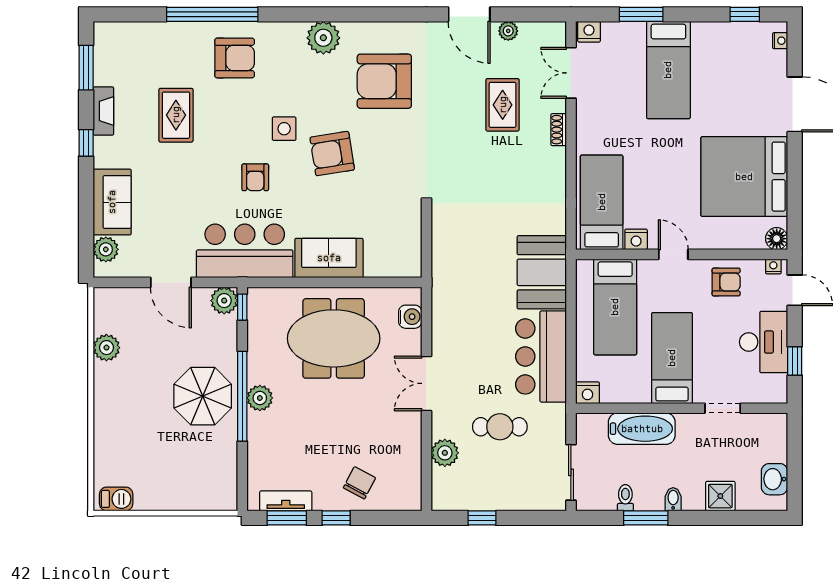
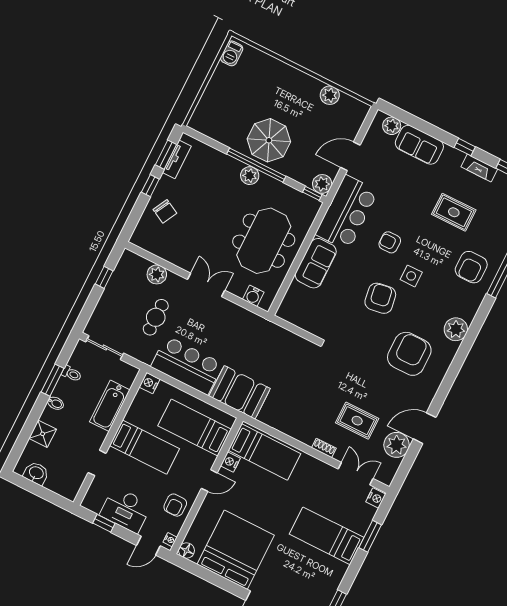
plant: (508, 31) -> (397, 445), width x1.87, depth x1.87

